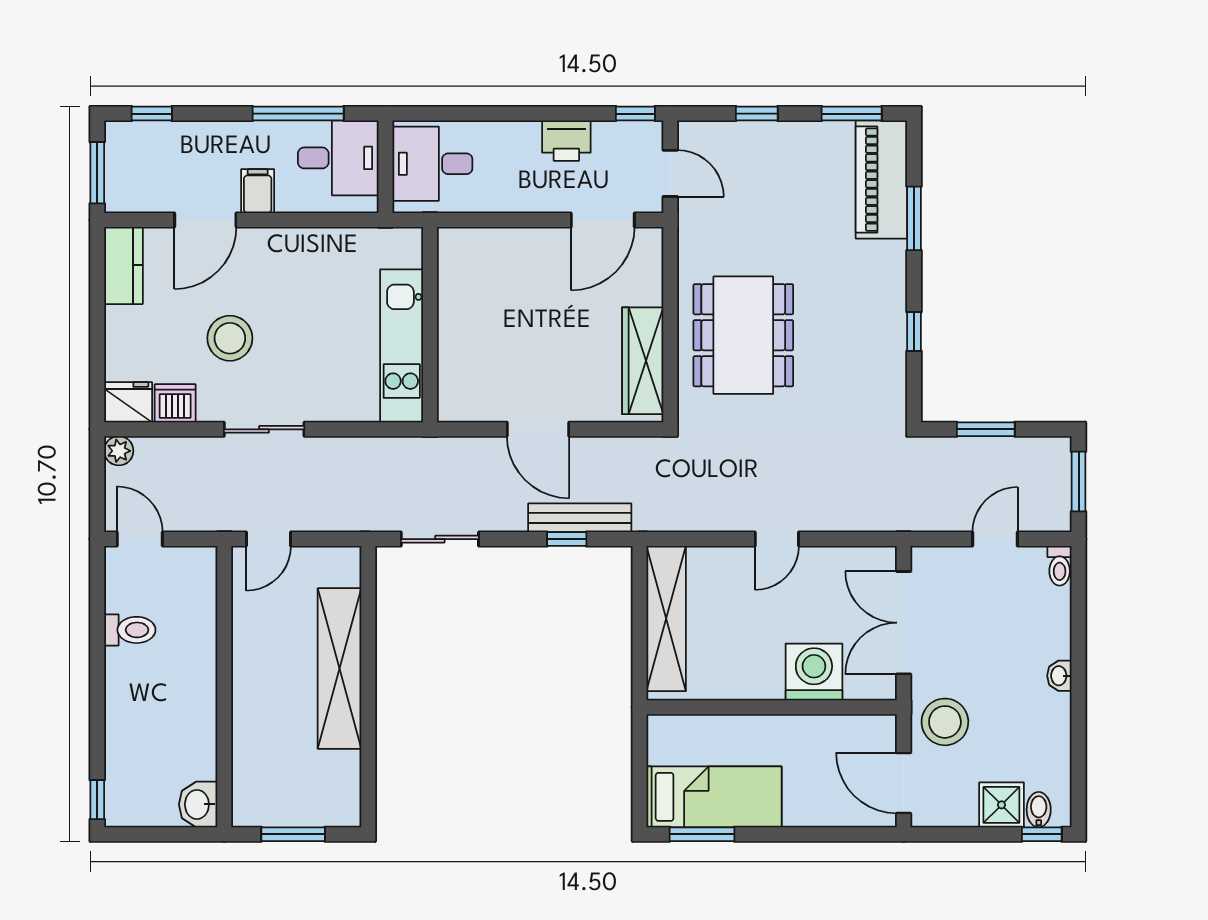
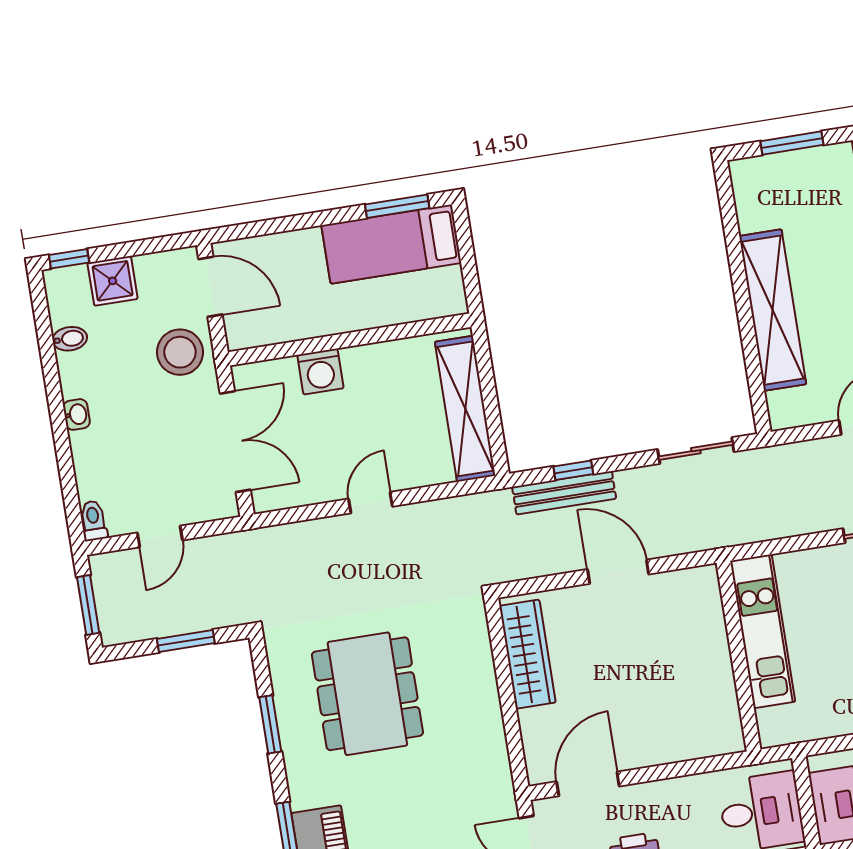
window: (914, 331) -> (270, 724), width x1.50
dining table: (743, 335) -> (367, 694), moved
washing machine: (814, 672) -> (320, 372), width x0.73, depth x0.73
bidet: (1039, 810) -> (70, 339), moved, turned -90

